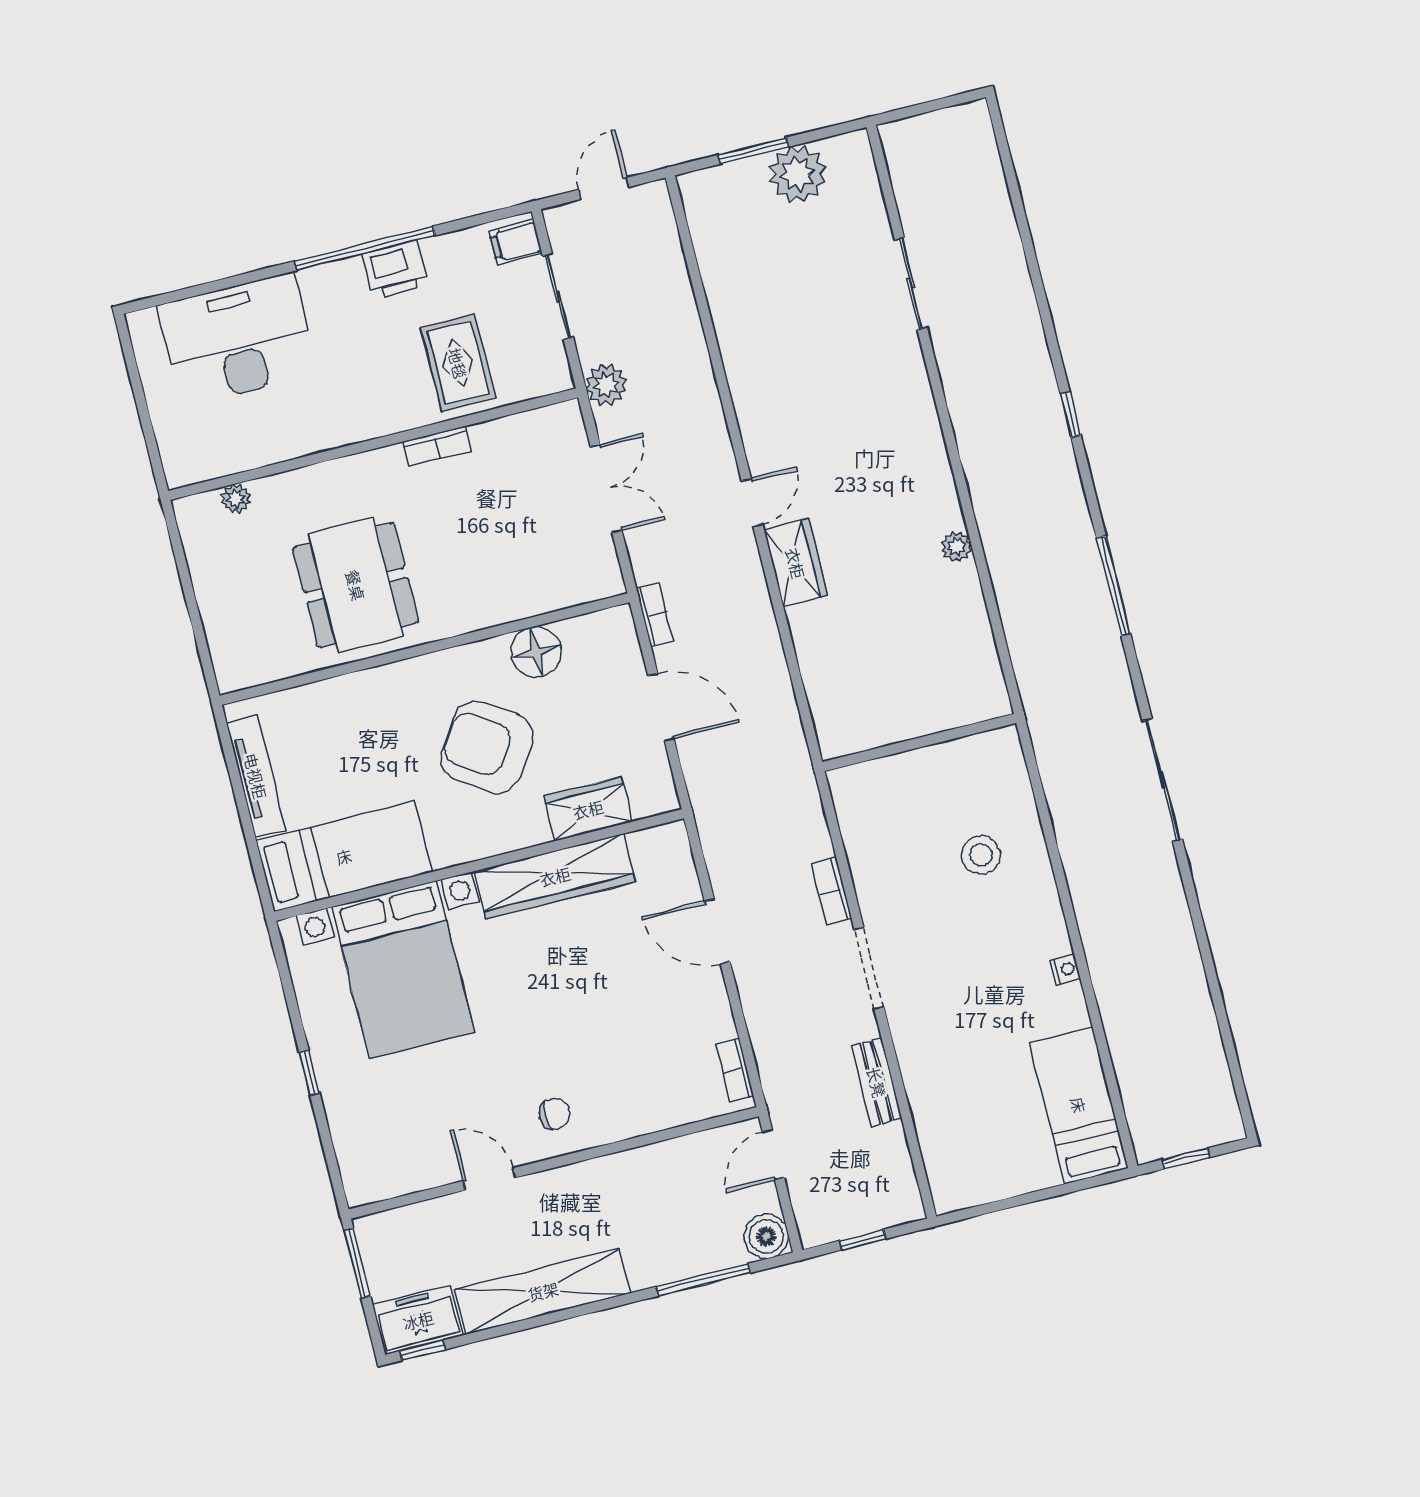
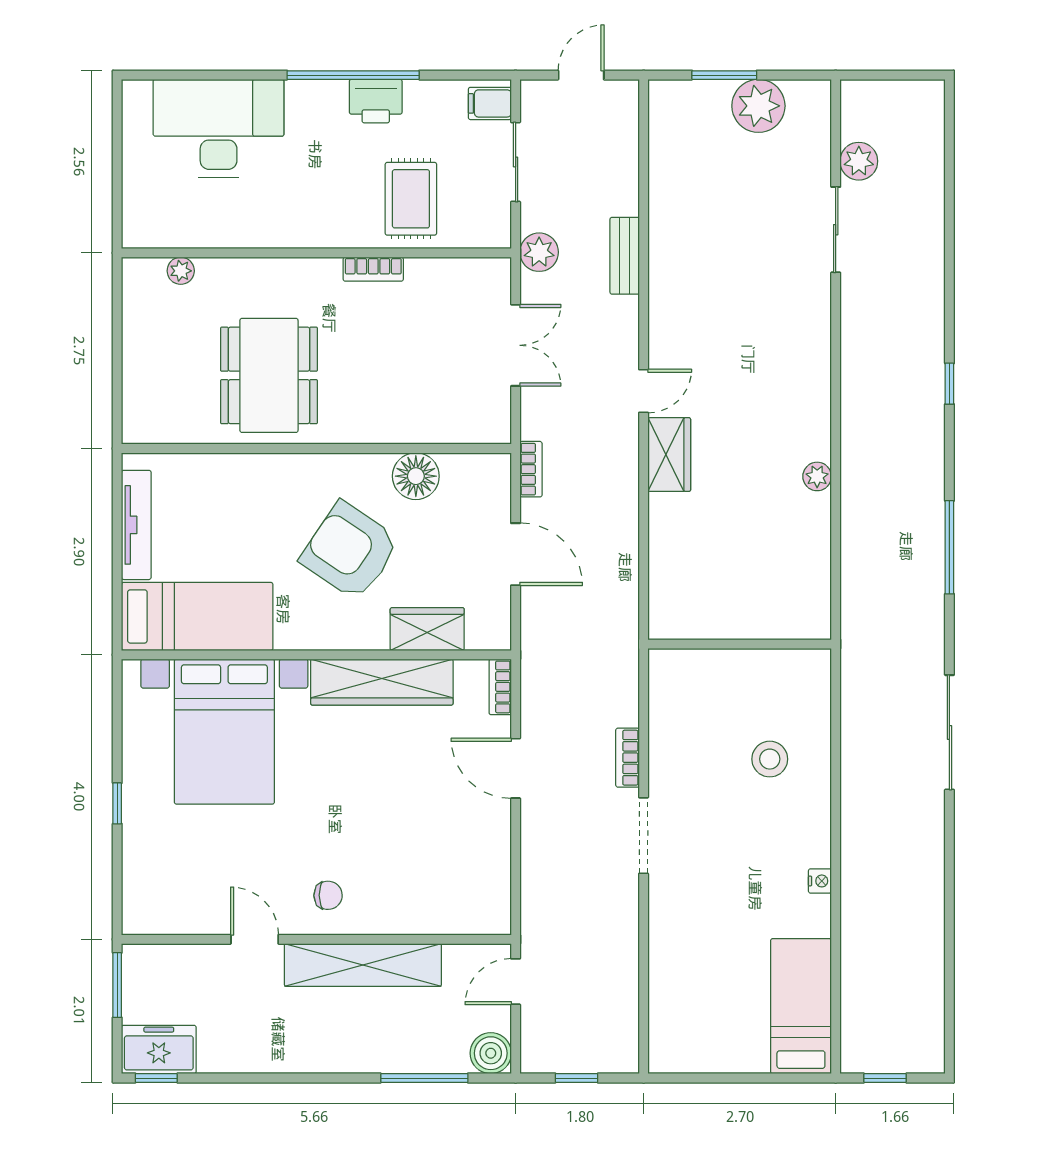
plant: (917, 206) -> (859, 161), added
bookcase: (735, 1070) -> (500, 687), moved
bench: (877, 1082) -> (625, 256), moved
shelving: (543, 1291) -> (363, 965), moved

